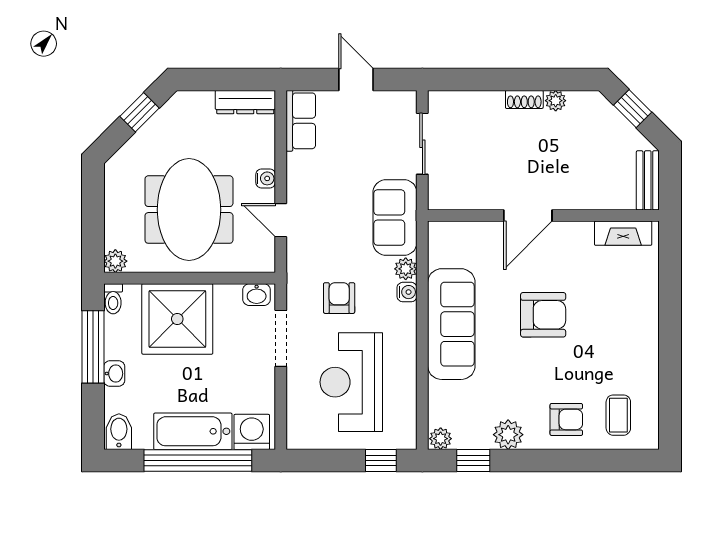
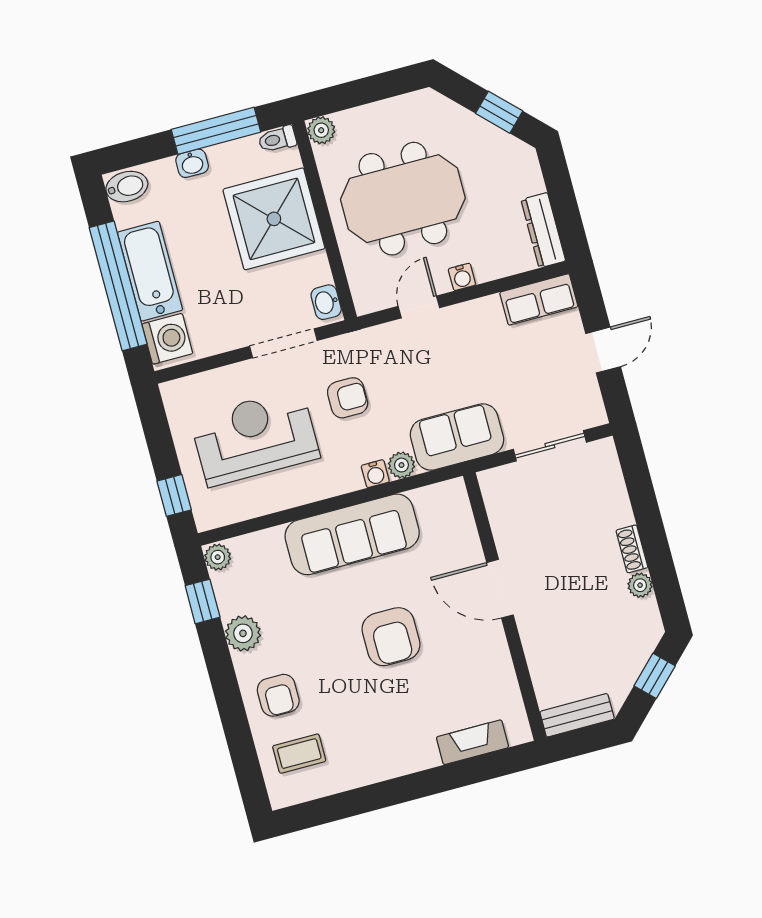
fireplace: (623, 233) -> (472, 742), moved, turned 90

